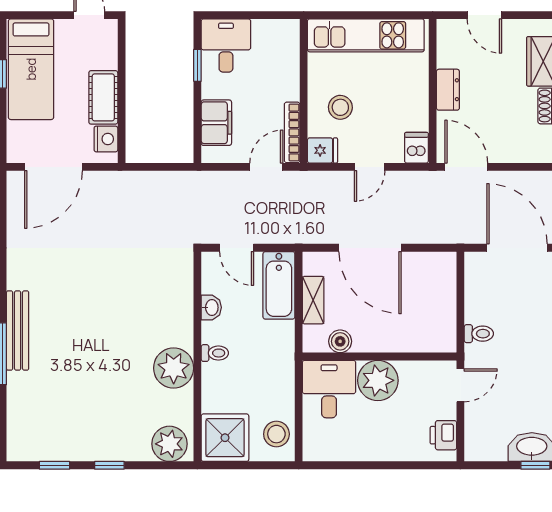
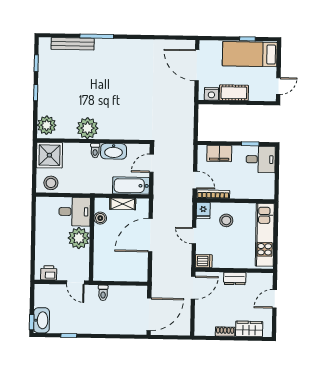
washbasin: (211, 307) -> (114, 151), width x1.91, depth x1.45
bench: (18, 331) -> (73, 44), moved

